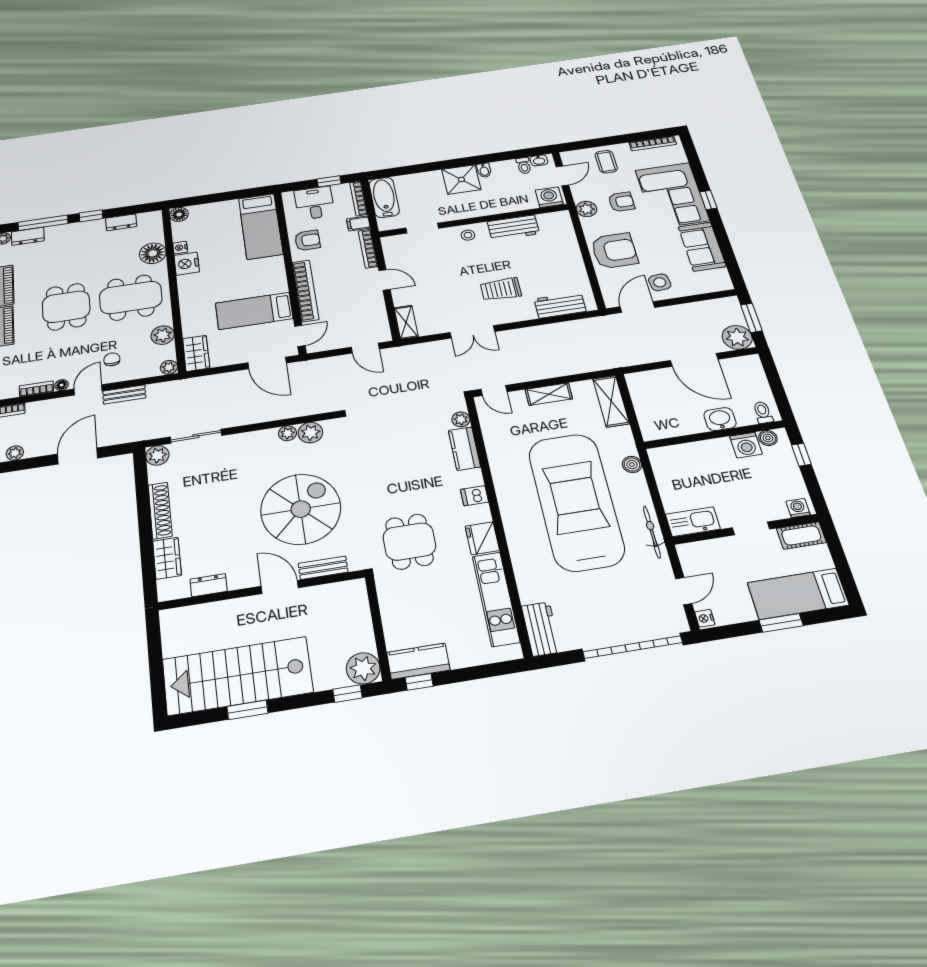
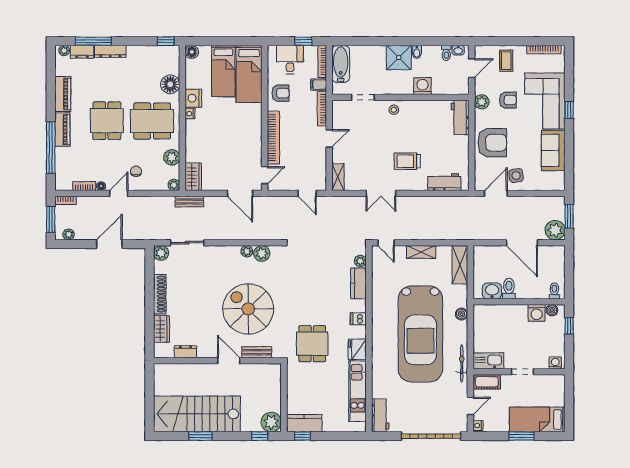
washing machine: (549, 197) -> (422, 86), moved
window: (91, 216) -> (166, 41), moved
dresser: (121, 222) -> (110, 51), moved, width x1.44
workbench: (513, 228) -> (460, 118), moved, turned 90
nightstand: (180, 248) -> (190, 114), moved
door: (385, 280) -> (329, 138), hinge flipped
bed: (254, 311) -> (223, 71), moved, turned -90
bench: (124, 395) -> (189, 202), moved
washbasin: (720, 419) -> (492, 291), moved
toilet: (694, 420) -> (509, 289), added
car: (576, 501) -> (420, 334), turned 180
spiral stairs: (301, 509) -> (248, 309), turned -90
cot: (801, 535) -> (487, 382), moved

